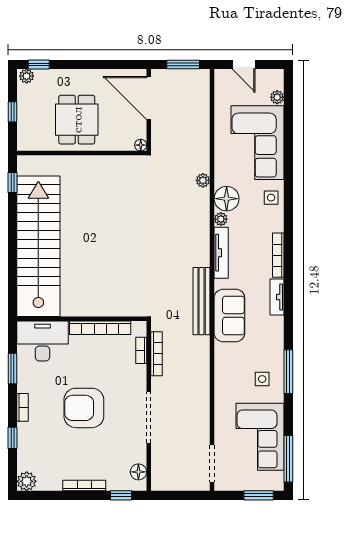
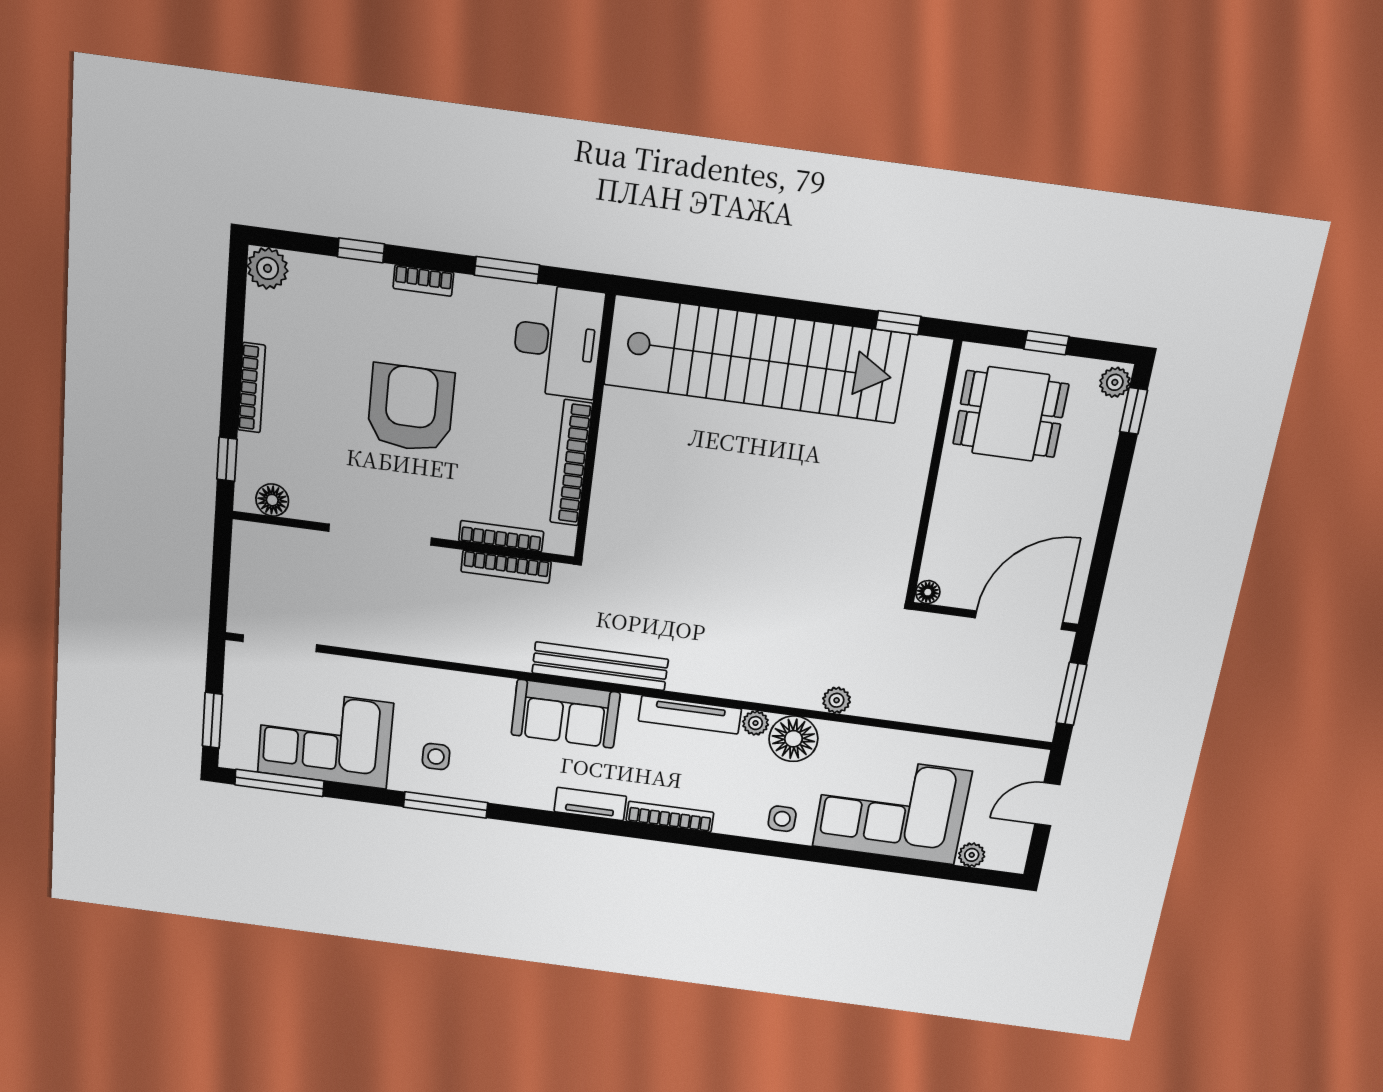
dining table: (77, 120) -> (1011, 414), moved
bookcase: (141, 350) -> (501, 536), width x1.56

